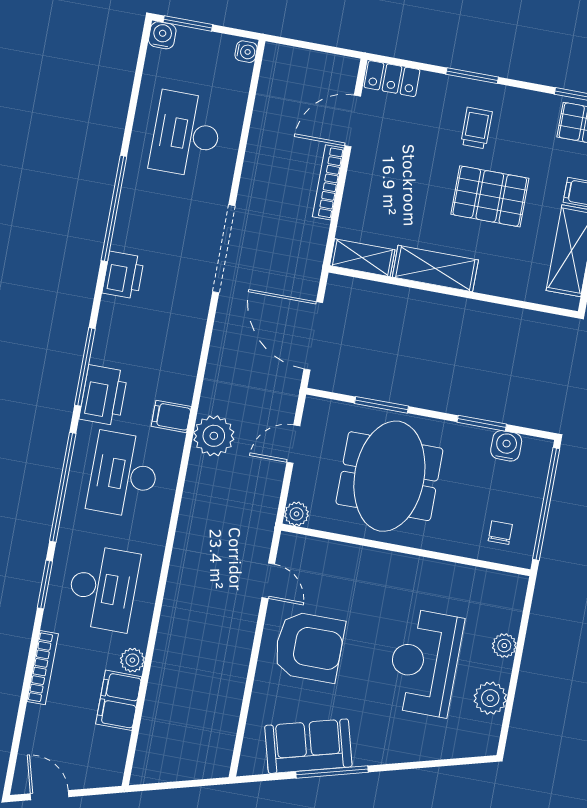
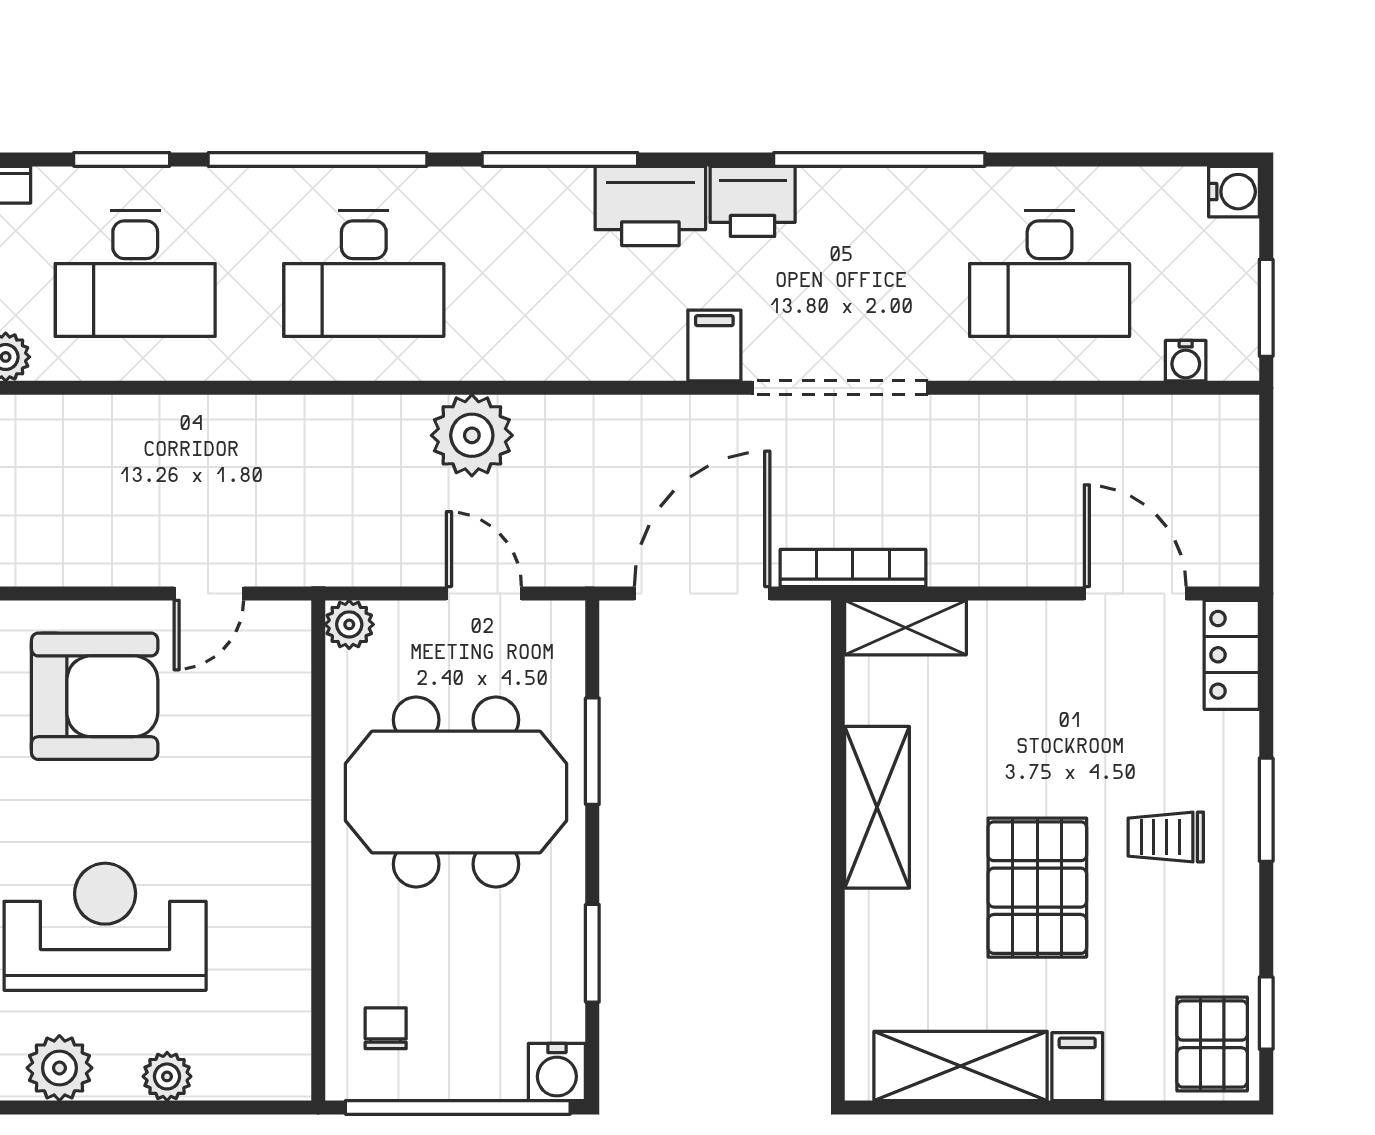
window: (188, 23) -> (1266, 308), moved
water cooler: (246, 52) -> (1186, 361), moved
trolley: (476, 128) -> (1166, 837), turned 180
desk: (186, 134) -> (1050, 274), turned 180
bookcase: (328, 182) -> (853, 568), moved
shelving: (362, 258) -> (906, 628), moved, turned 90
printer: (104, 395) -> (650, 206), moved
filing cabinet: (171, 416) -> (714, 346), moved
water cooler: (506, 446) -> (557, 1072), moved, turned 90
desk: (124, 475) -> (364, 274), turned 180
chair: (500, 533) -> (386, 1028), turned -90
armchair: (309, 647) -> (95, 696), turned -90

